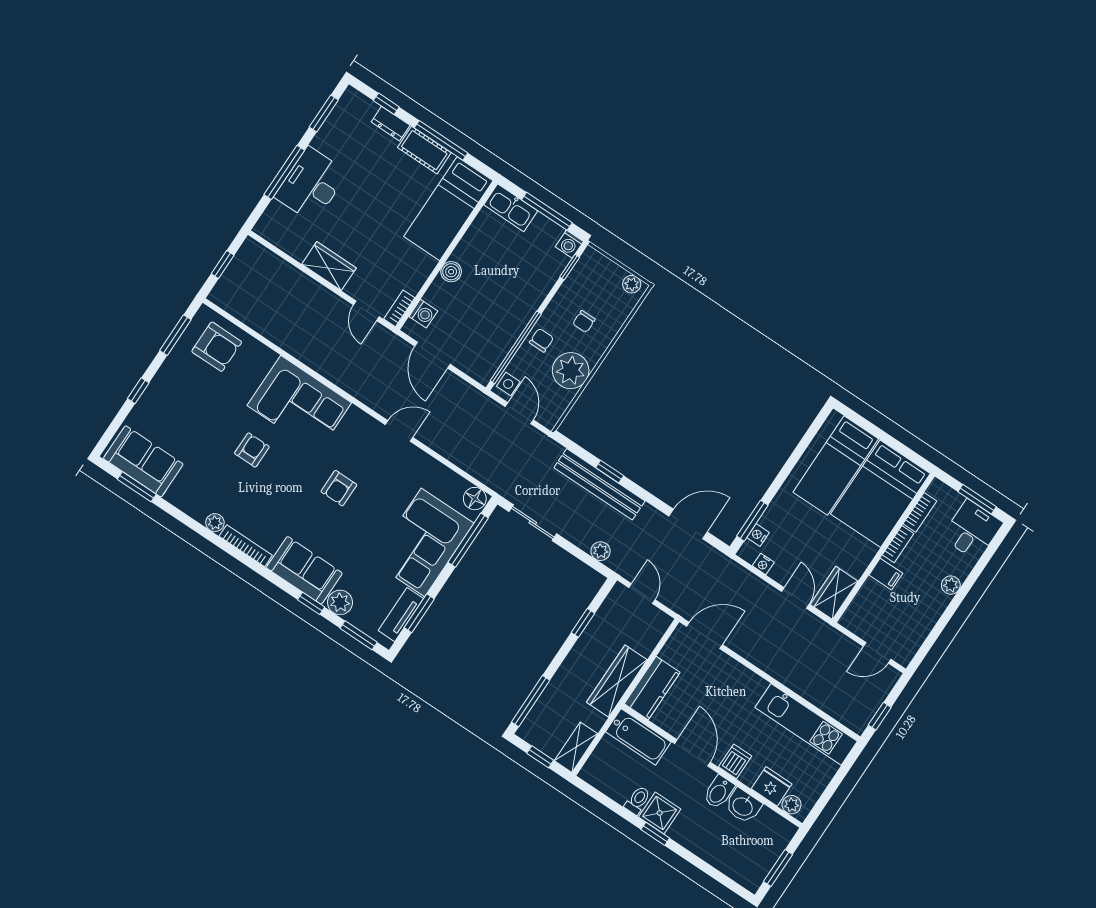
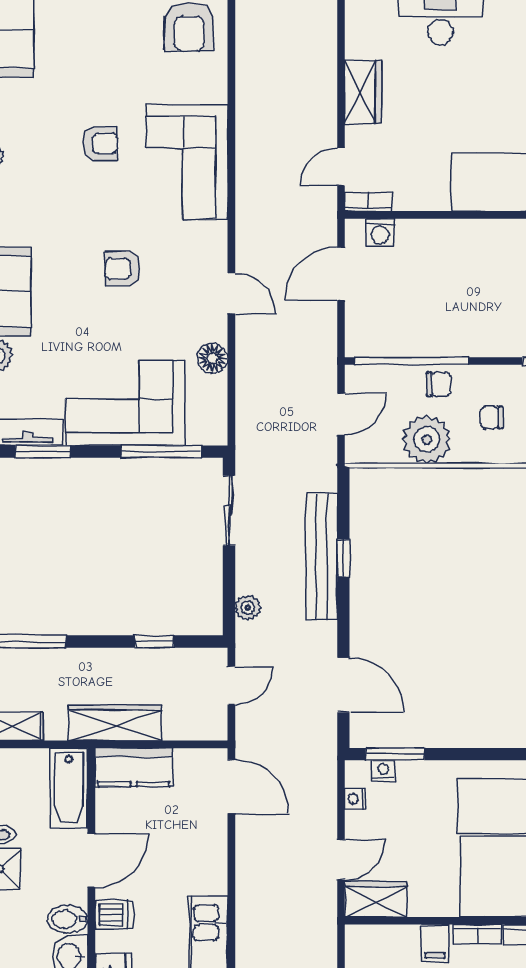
boiler: (451, 272) -> (448, 232), removed
side table: (508, 384) -> (365, 380), removed
floor lamp: (475, 499) -> (213, 358), moved

